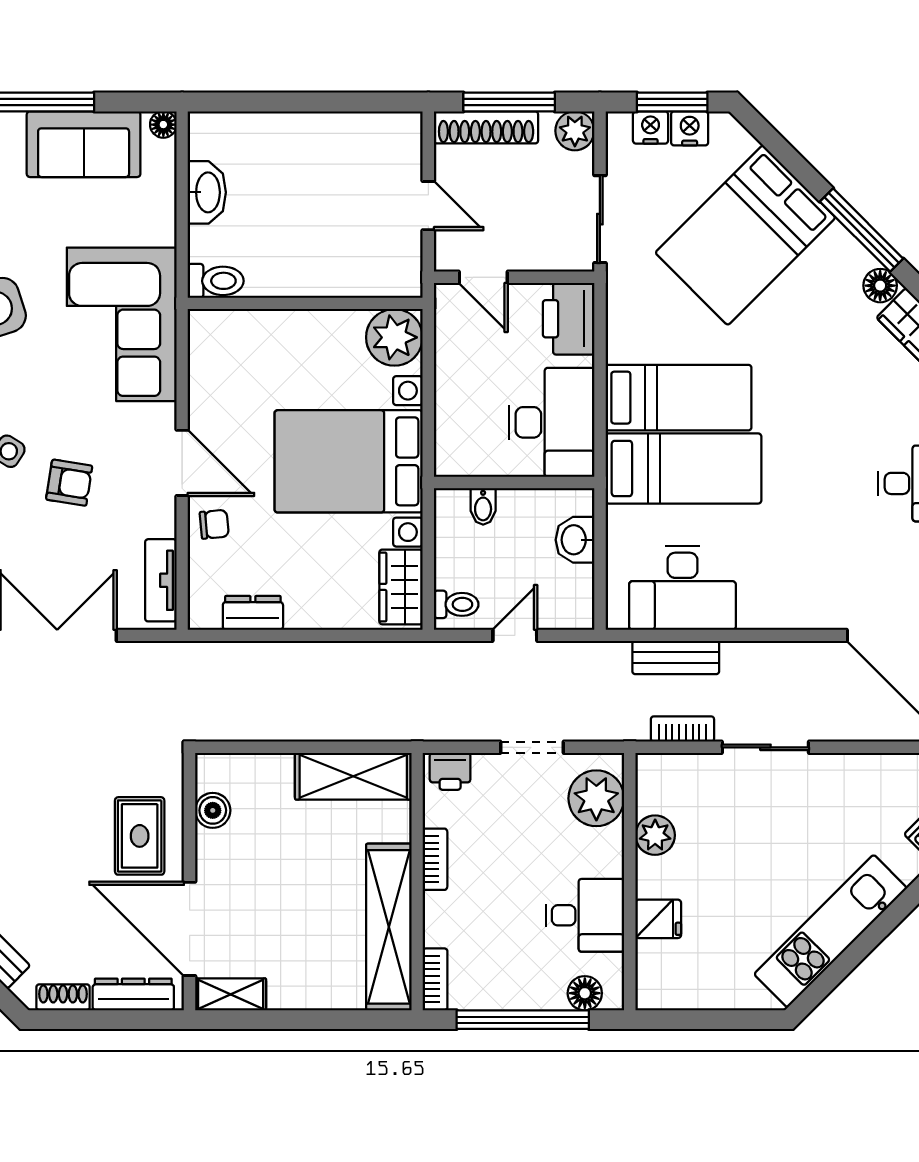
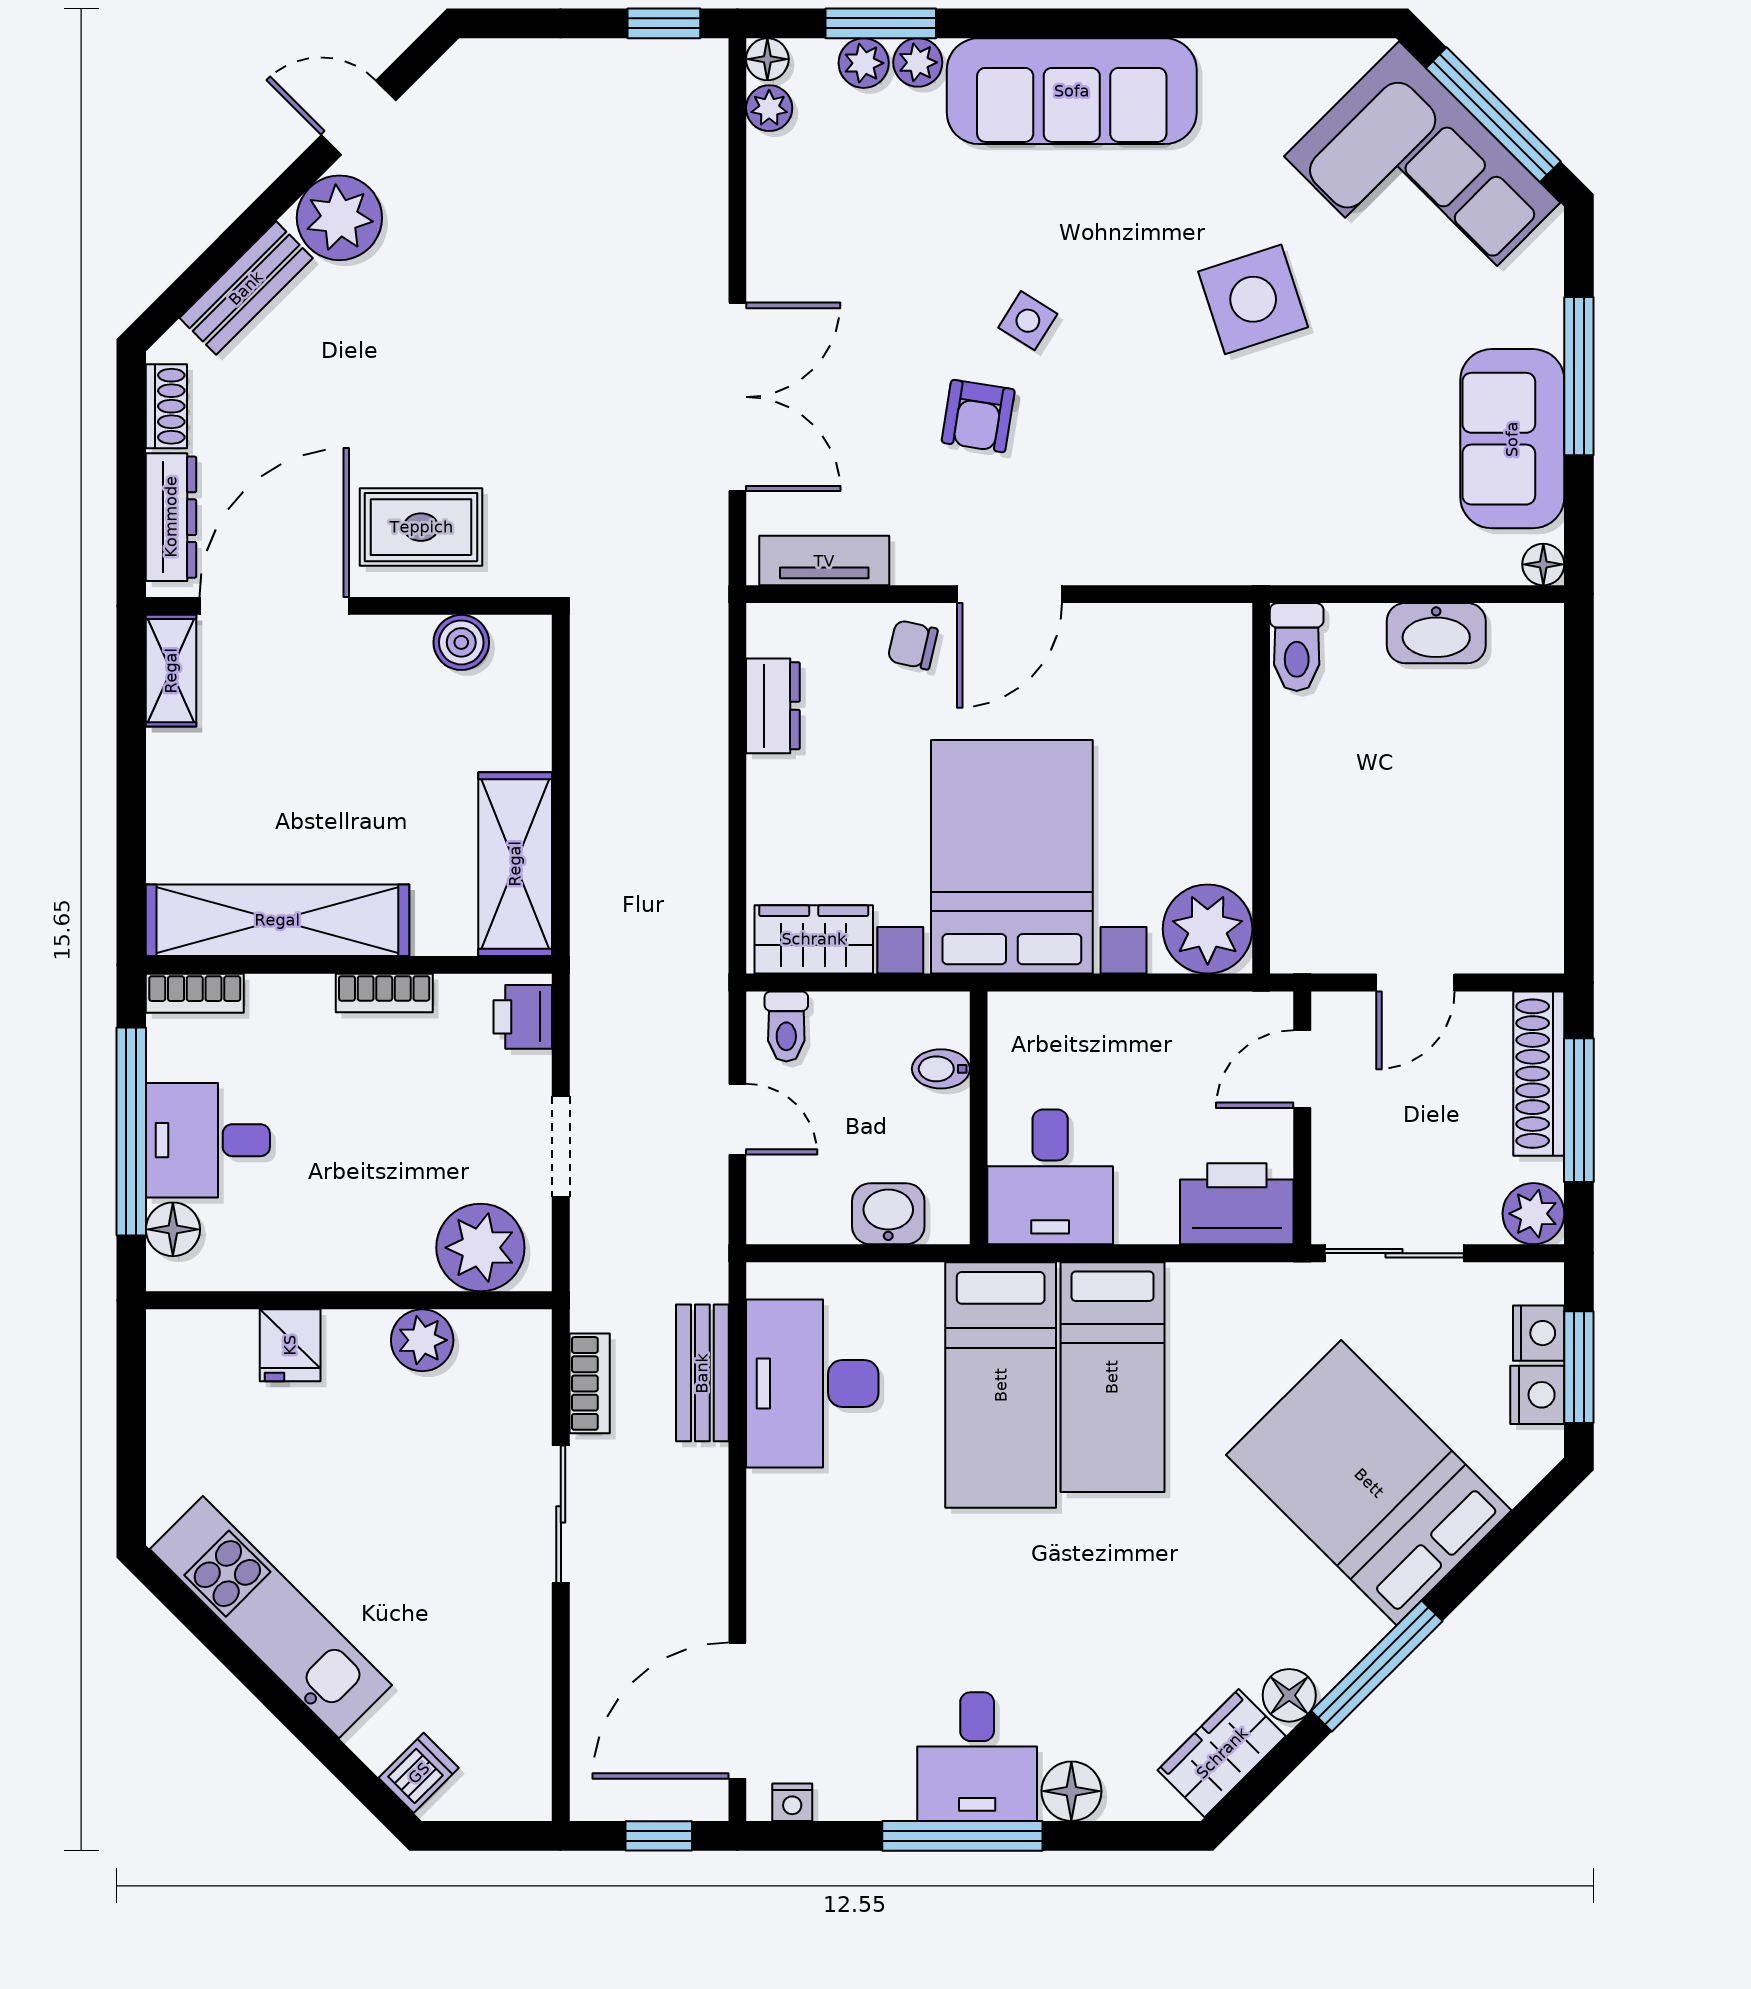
corner sofa: (122, 324) -> (1228, 499), removed
desk: (551, 422) -> (1050, 1177), width x0.73
chair: (214, 524) -> (913, 645), turned 108
desk: (585, 915) -> (208, 1140), moved, turned 90

